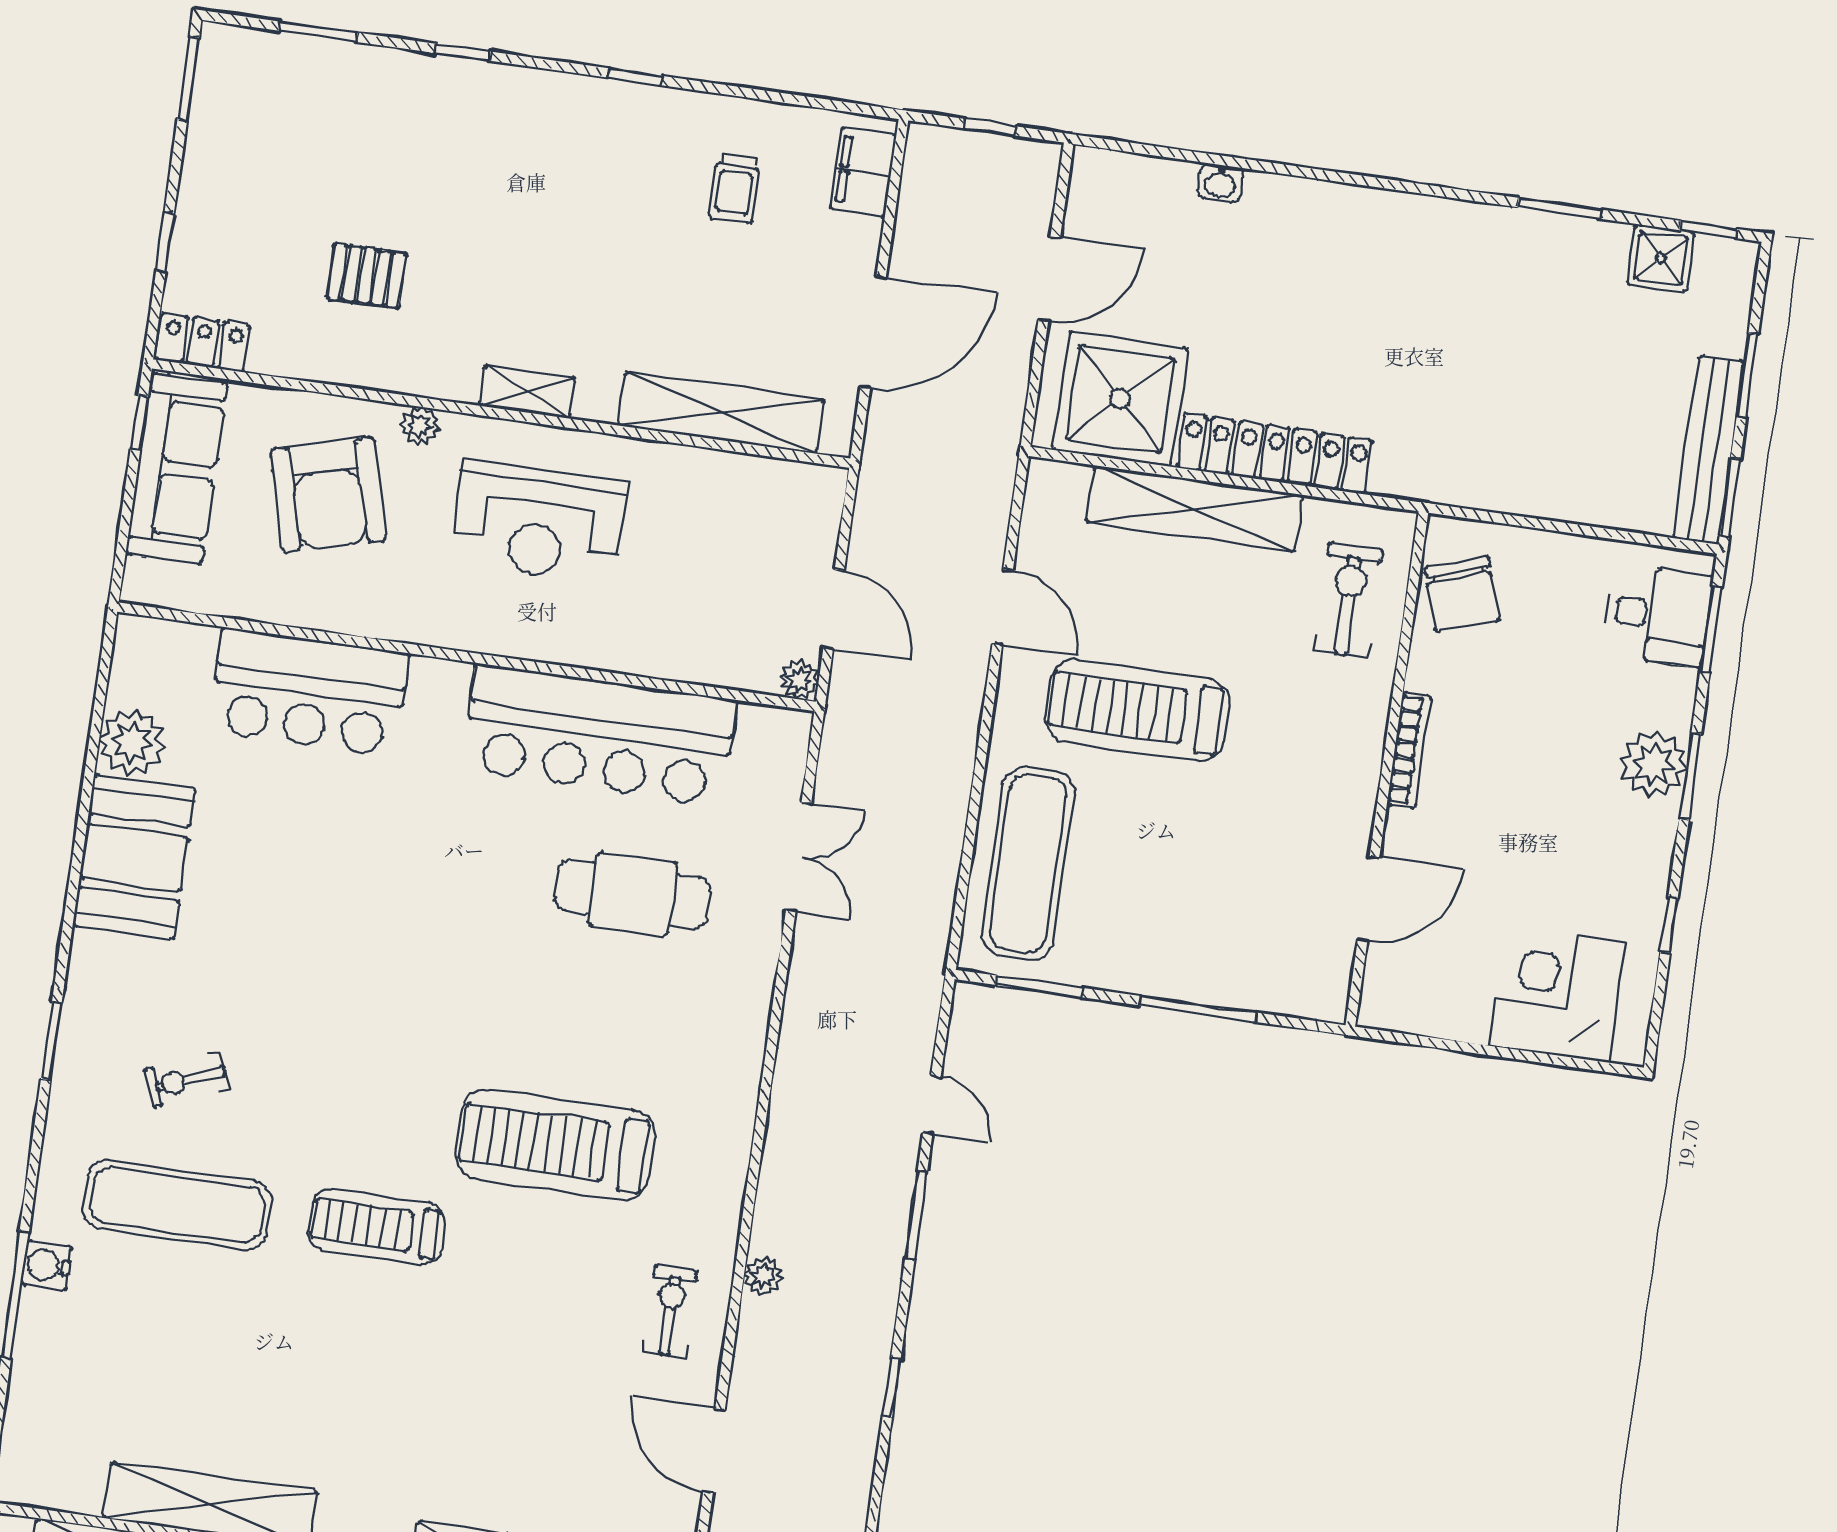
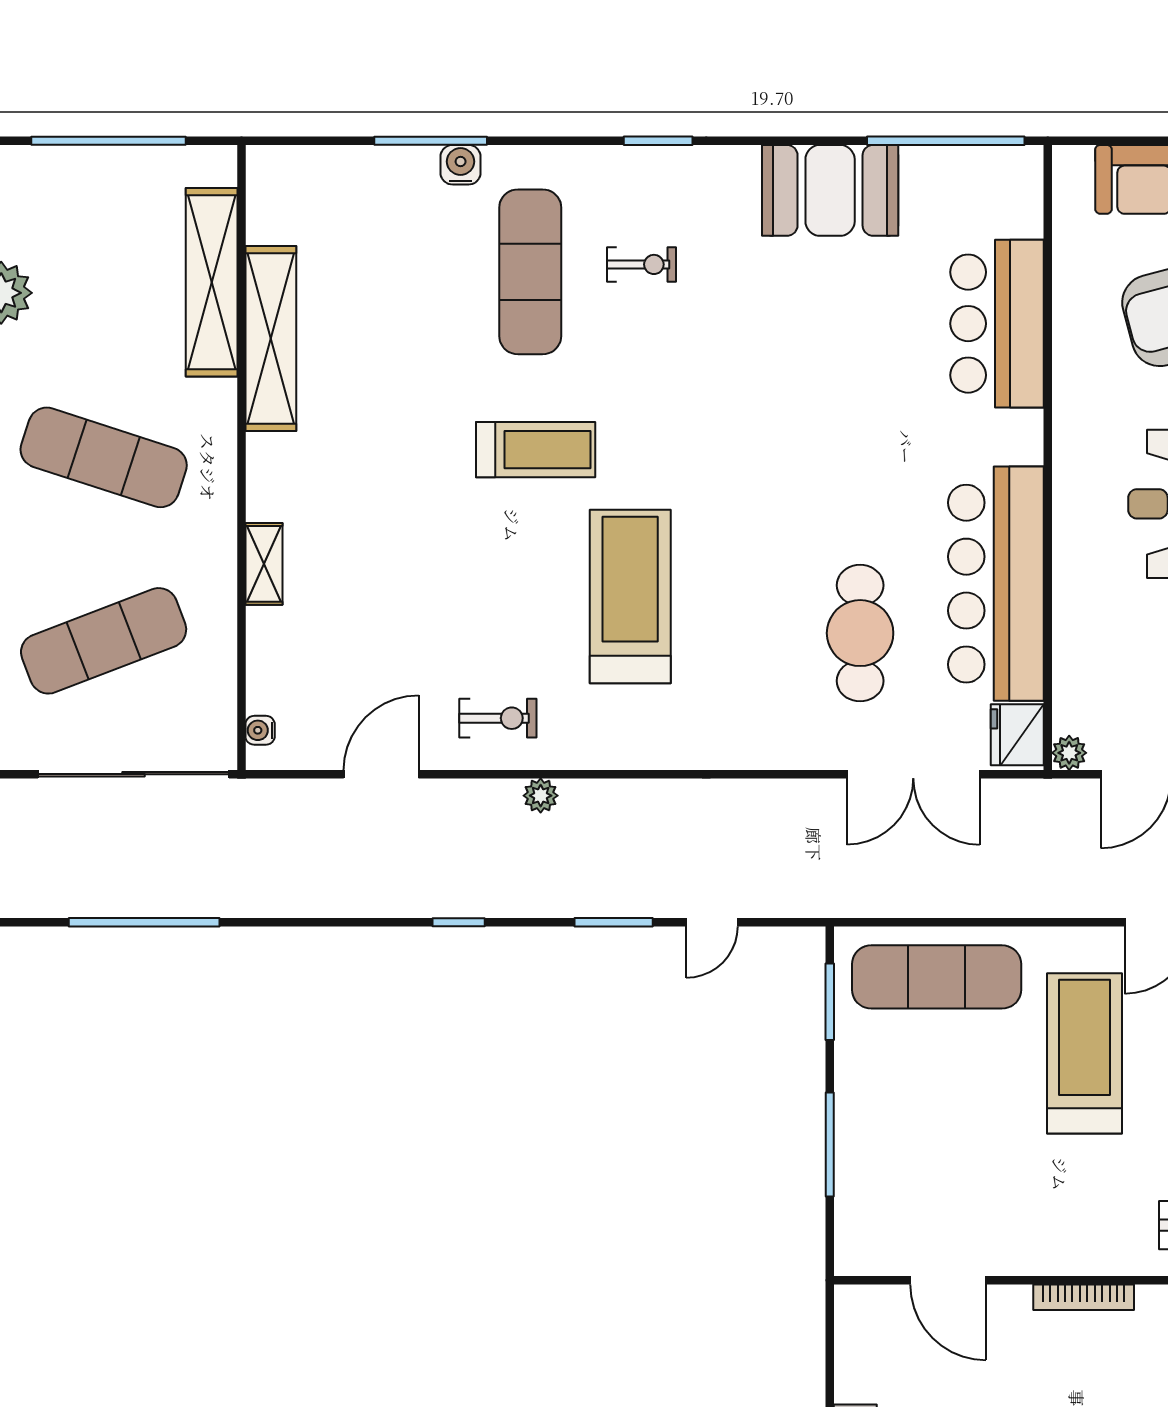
window: (97, 720) -> (946, 141), added
fridge: (771, 735) -> (1017, 735), added
plant: (132, 742) -> (931, 174), removed
double door: (798, 857) -> (913, 774), width x1.37
exercise bike: (187, 1079) -> (641, 264), turned 112
treadmill: (376, 1227) -> (536, 450), turned 90

